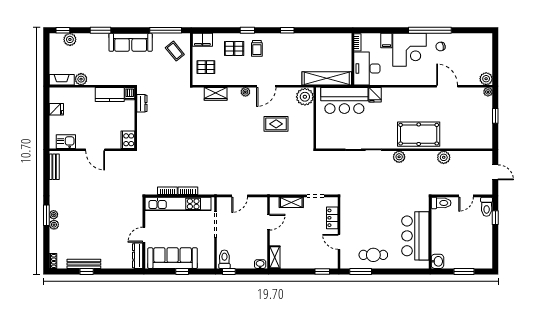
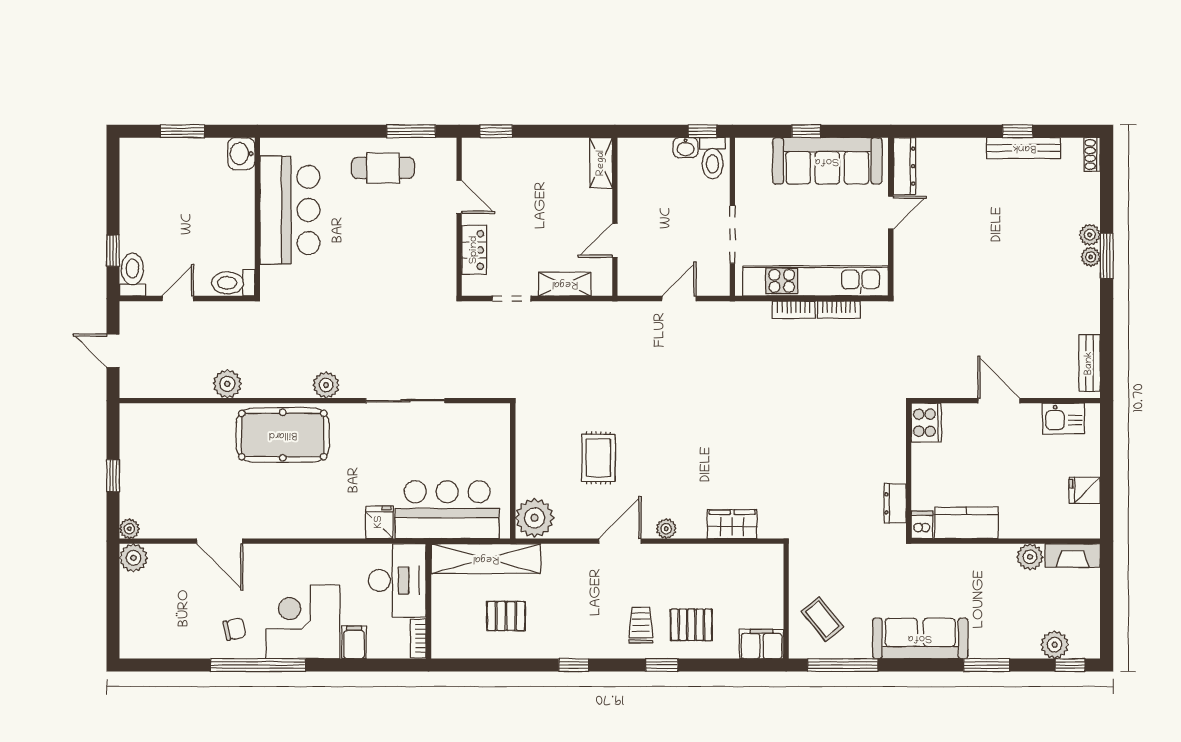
pallet: (206, 67) -> (506, 616), moved
rug: (276, 124) -> (598, 458), turned 90
washbasin: (260, 264) -> (686, 148), moved

